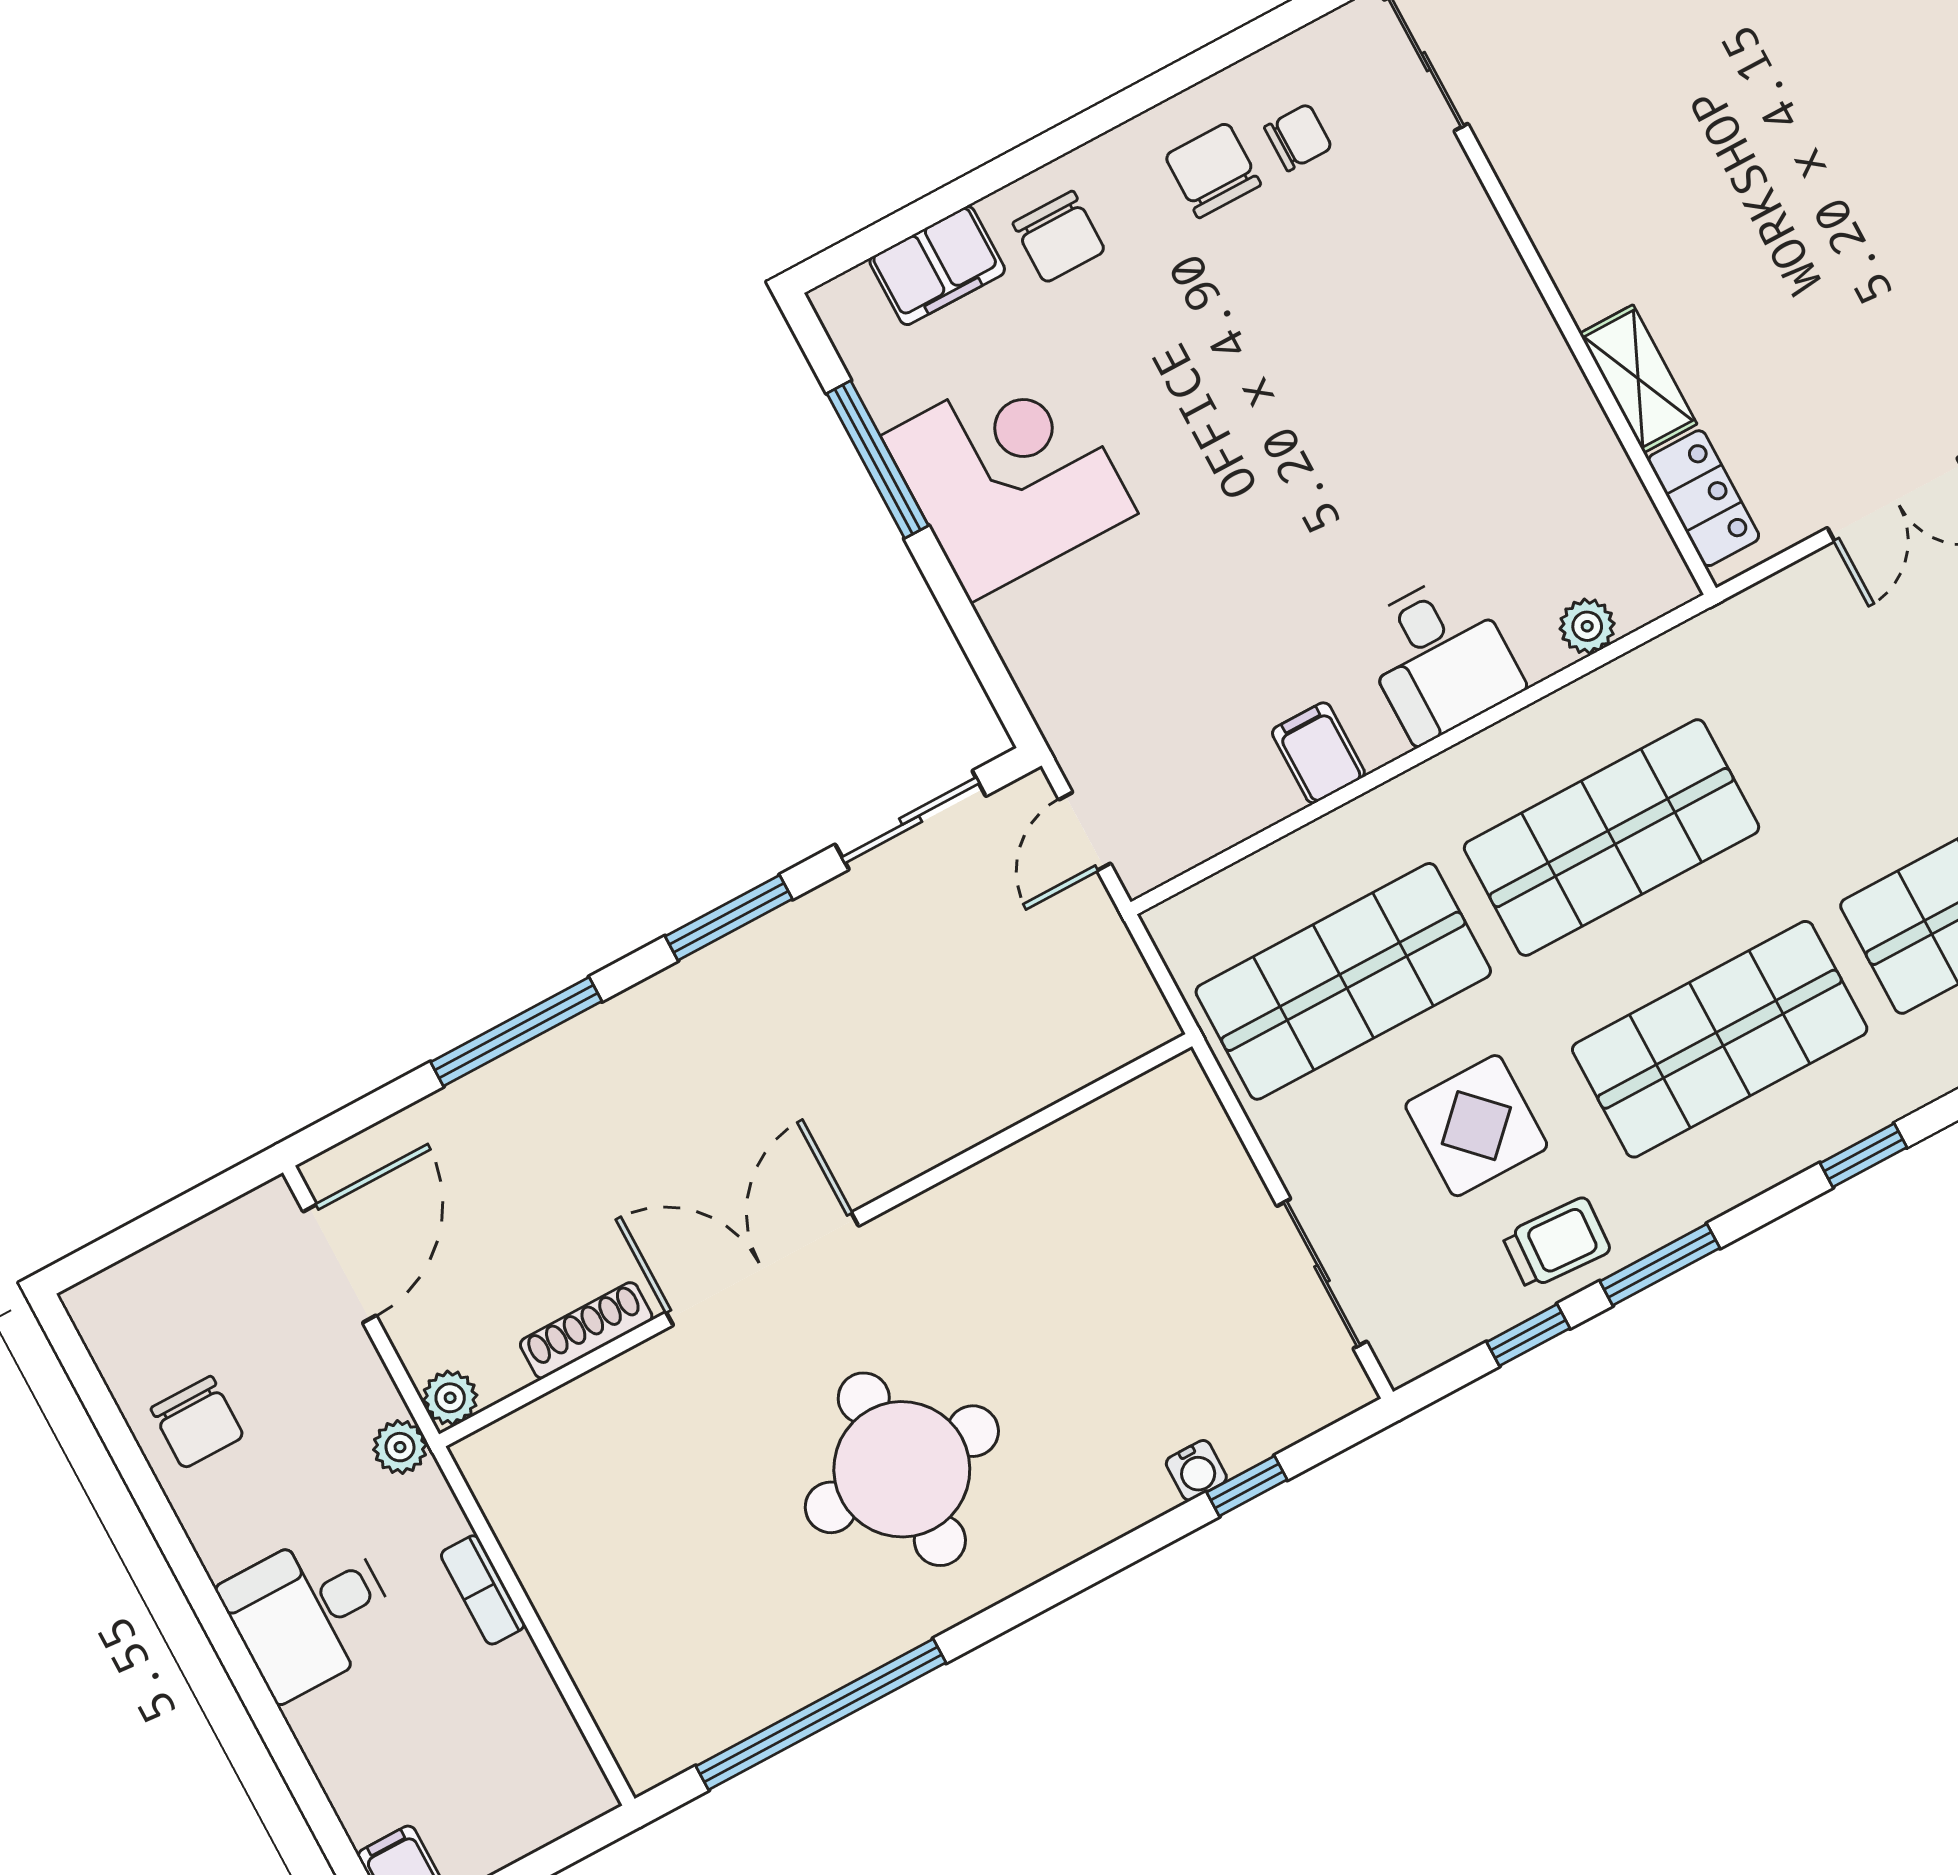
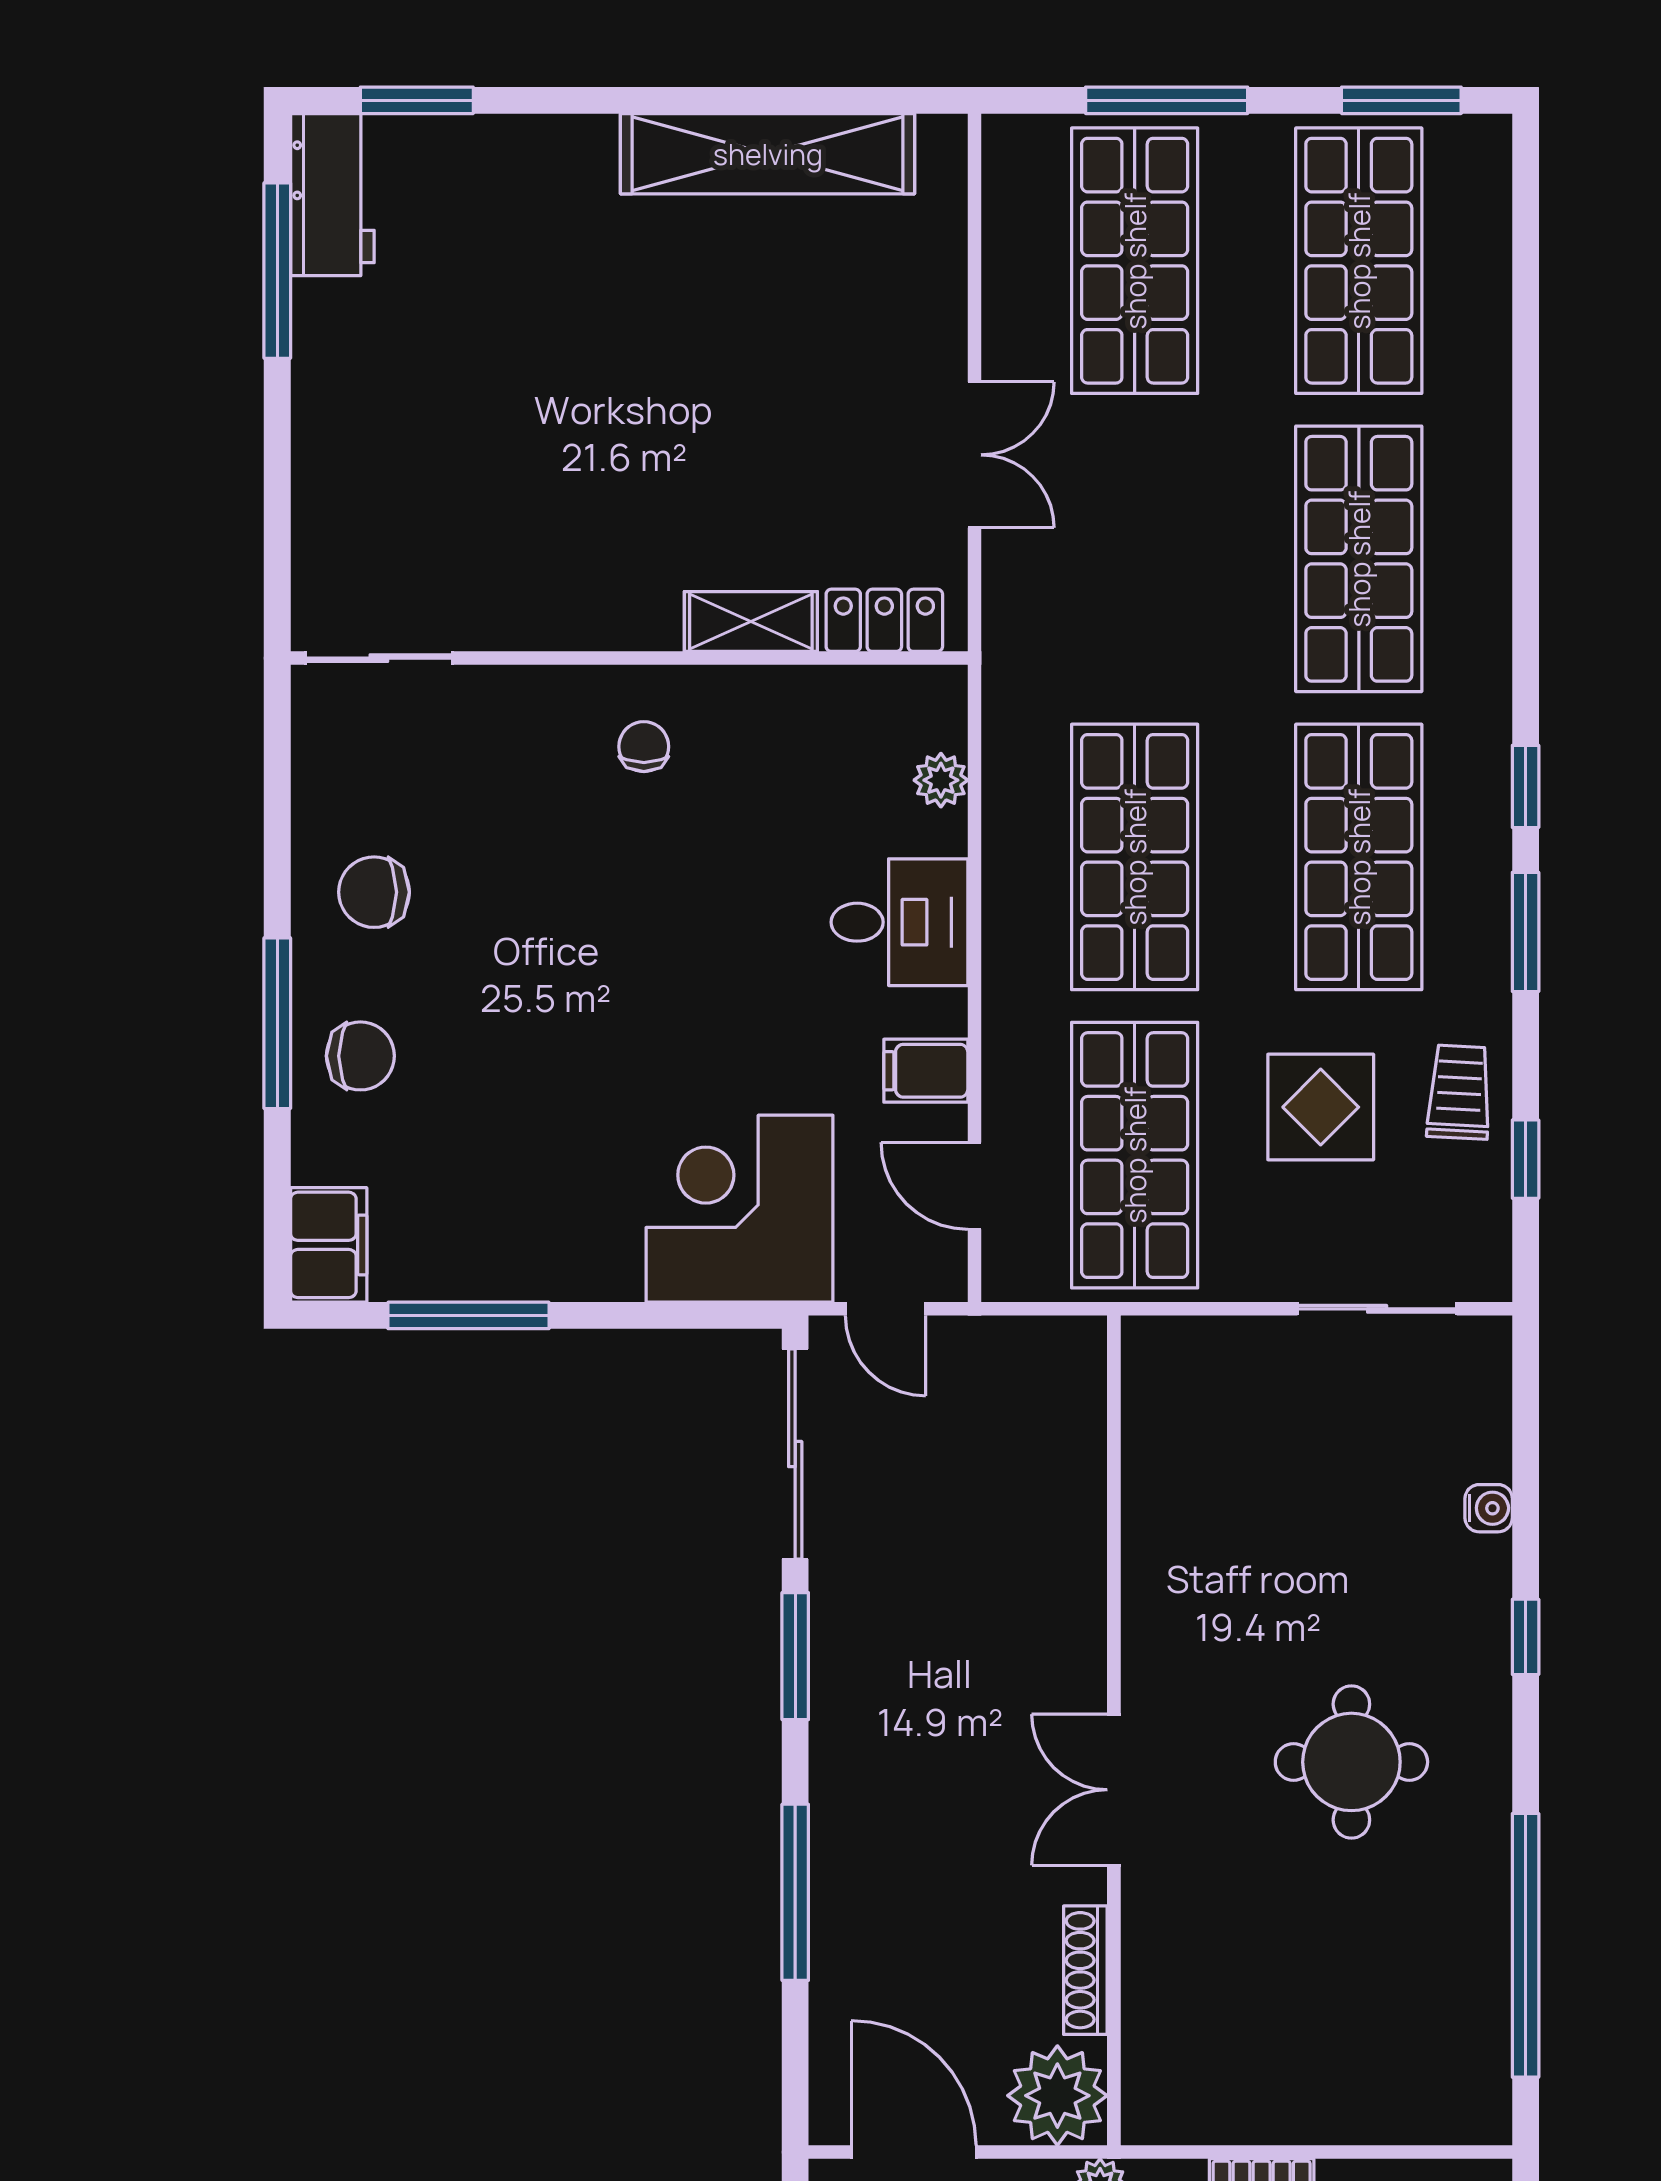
chair: (1298, 137) -> (644, 747), moved
window: (1048, 146) -> (277, 1023), added
filing cabinet: (937, 266) -> (329, 1245), moved
corner desk: (1009, 475) -> (739, 1209), moved
sliding door: (911, 820) -> (795, 1454), width x1.37
door: (1238, 852) -> (974, 1186), added
window: (1660, 1265) -> (1526, 932), moved
double door: (762, 1269) -> (1114, 1790), width x0.73
plant: (450, 1398) -> (1057, 2096), width x1.88, depth x1.88
round table: (902, 1469) -> (1351, 1762), width x0.73, depth x0.73
window: (1247, 1486) -> (1526, 1637), moved

